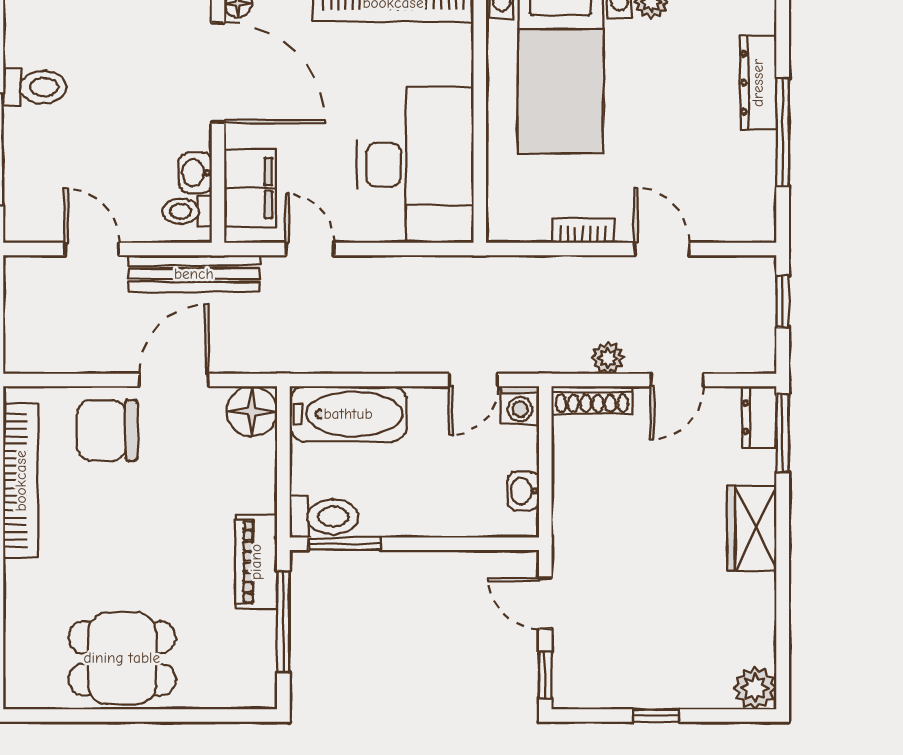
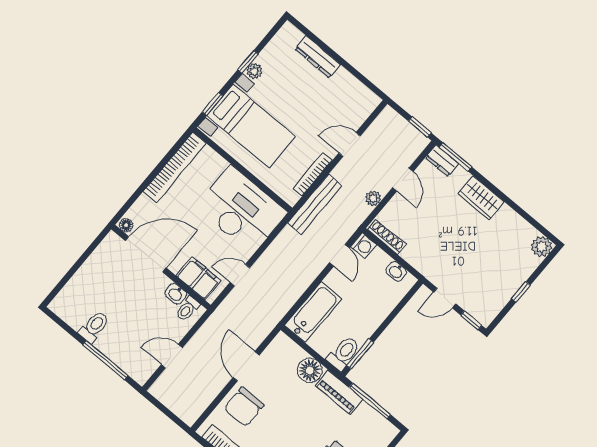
window: (783, 132) -> (344, 63), removed
bookcase: (583, 231) -> (313, 174), width x1.56
bench: (194, 274) -> (315, 204), moved
window: (783, 302) -> (420, 127), moved
shoe rack: (592, 400) -> (387, 237), moved, turned -90
floor lamp: (252, 411) -> (310, 370), moved

